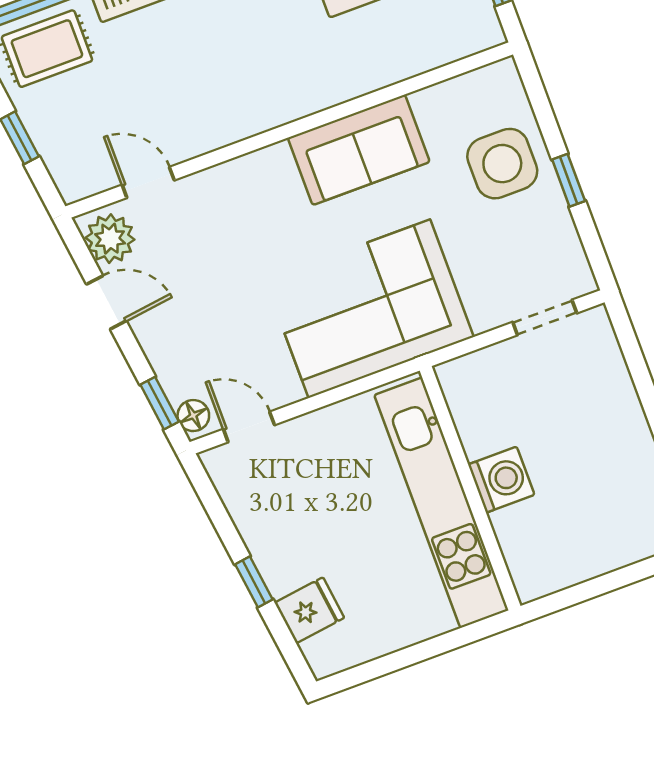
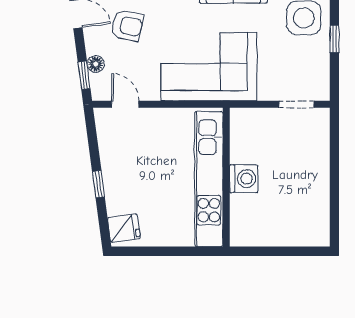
armchair: (202, 290) -> (127, 25), added
floor lamp: (193, 416) -> (96, 64), moved
fridge: (309, 610) -> (124, 228), moved

